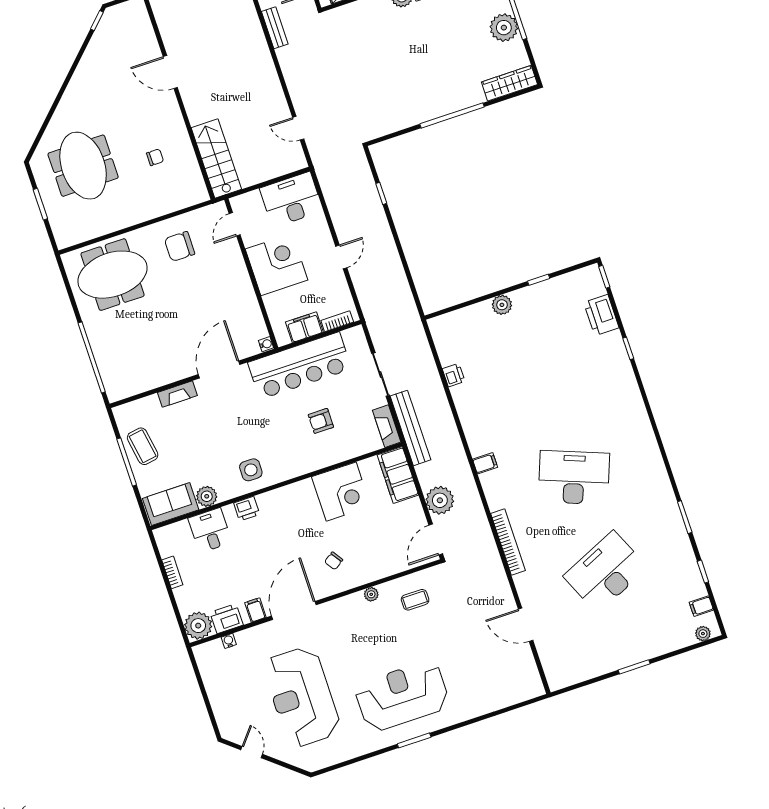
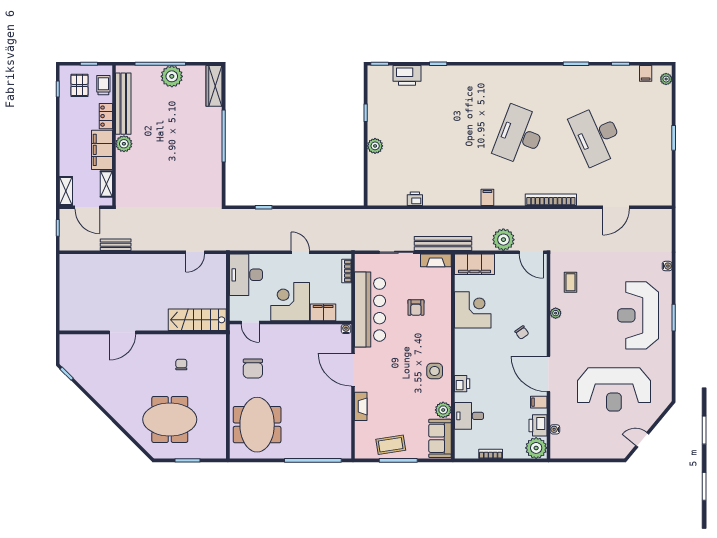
filing cabinet: (304, 327) -> (323, 312), moved, turned 90
water cooler: (475, 711) -> (667, 266), added

